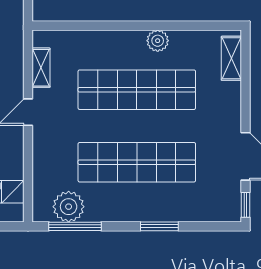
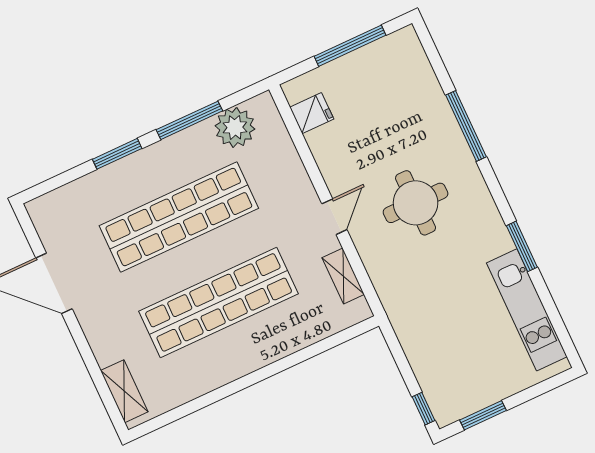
plant: (158, 41) -> (221, 372), removed
window: (246, 205) -> (27, 226), removed
window: (75, 226) -> (189, 120), moved

